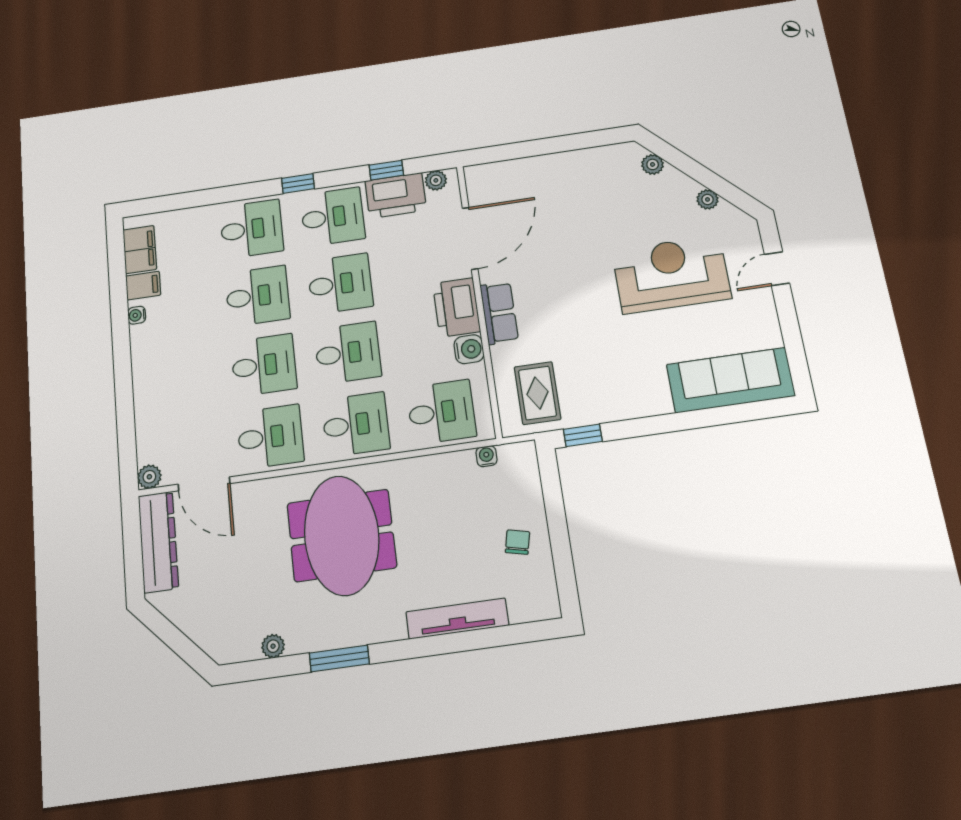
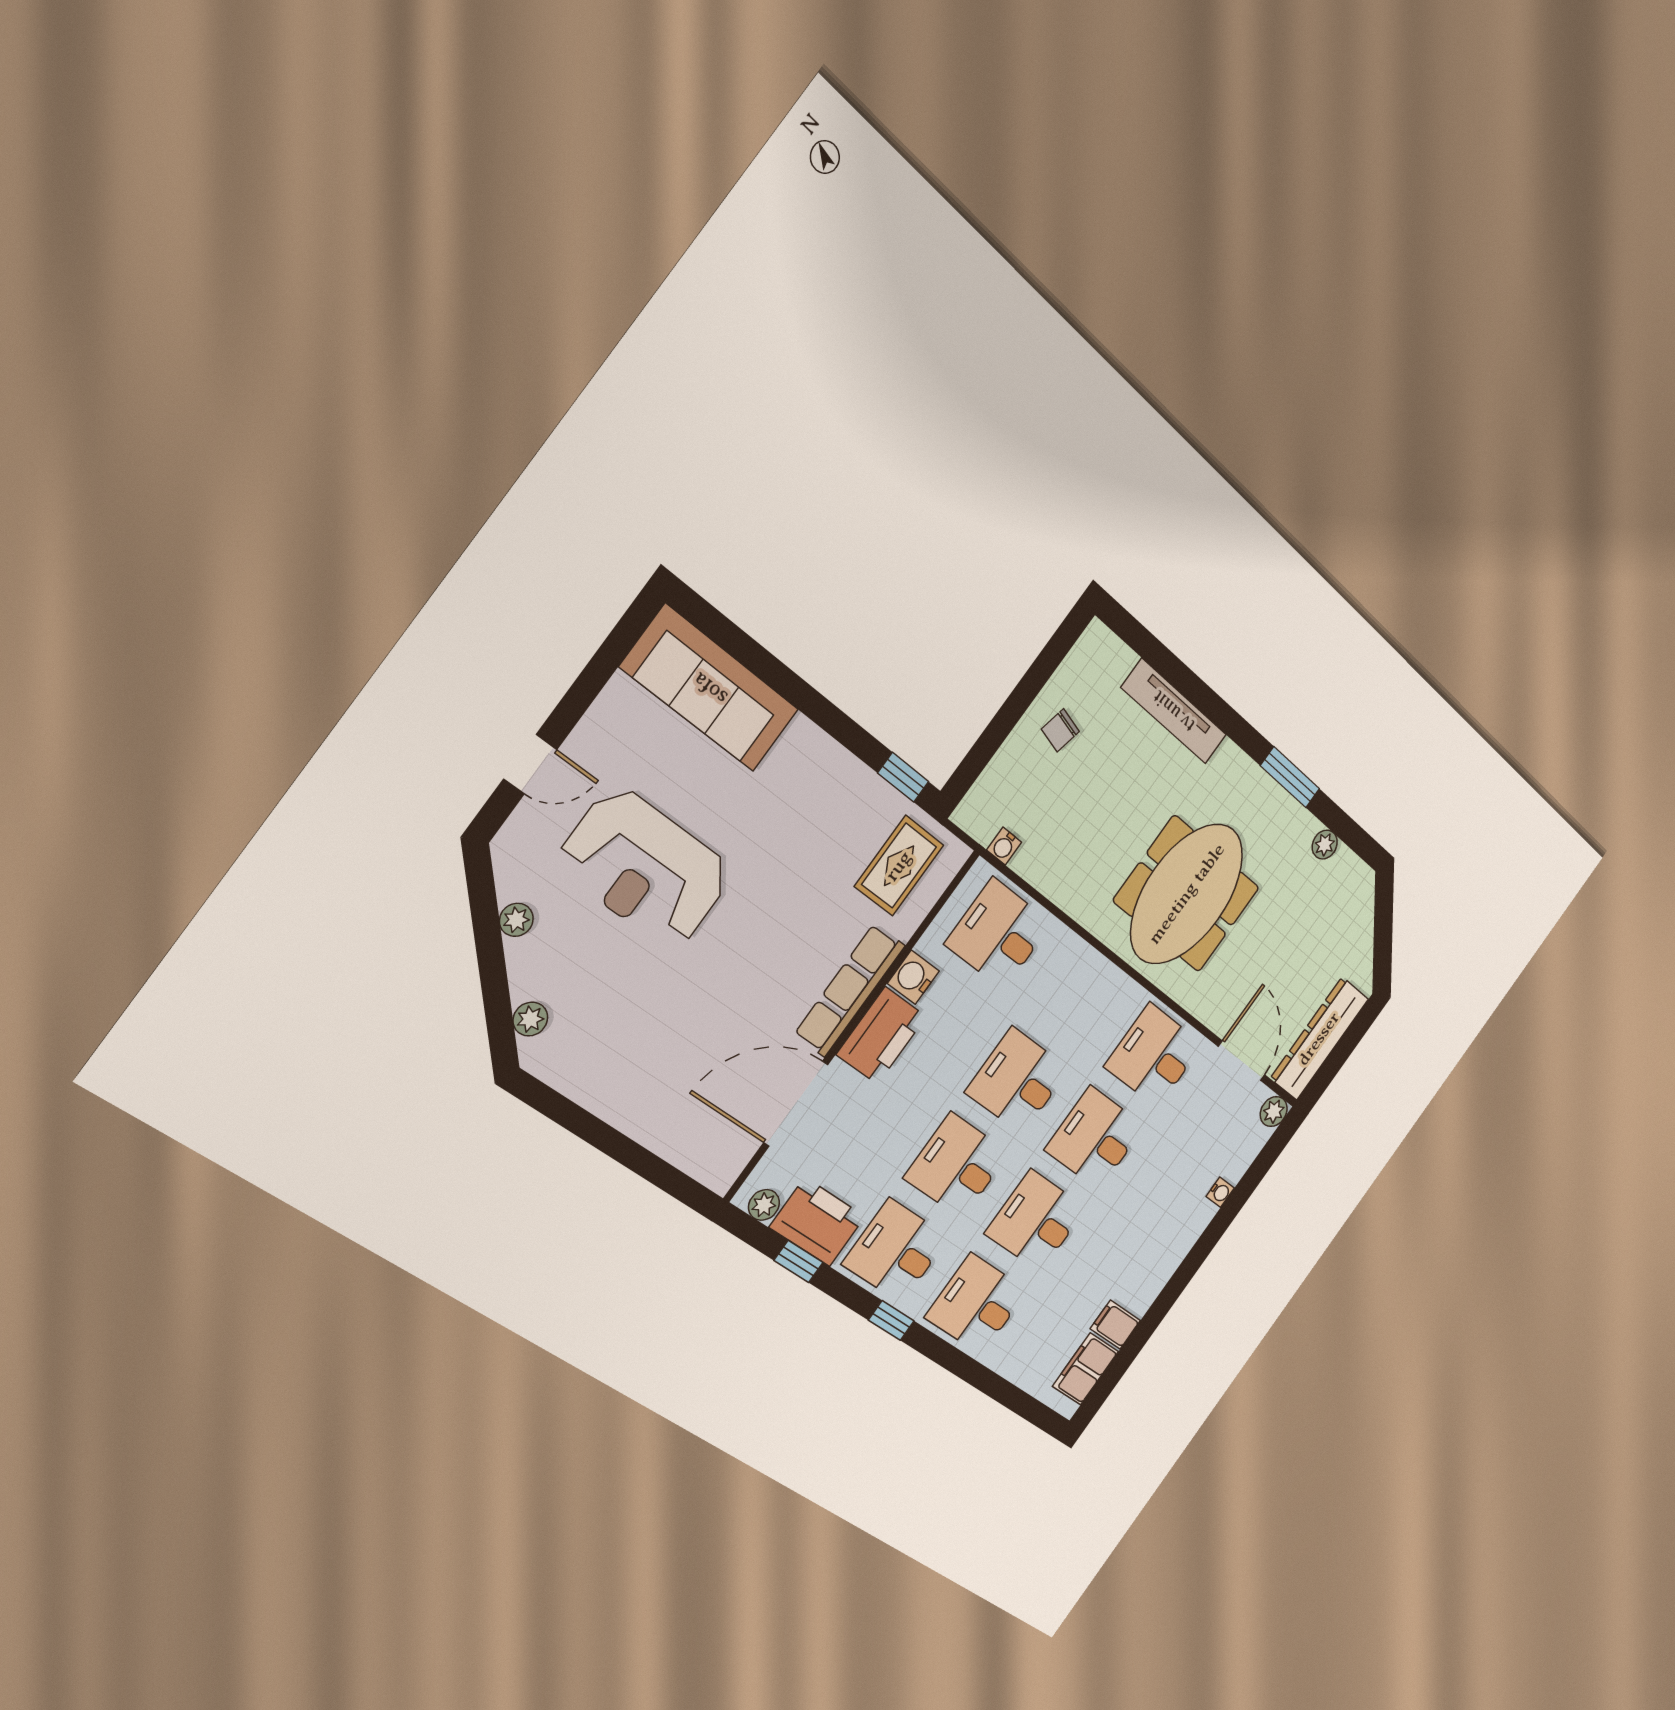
row of seats: (499, 313) -> (849, 990), width x1.48
water cooler: (137, 315) -> (1220, 1192), moved
desk: (356, 424) -> (1078, 996), removed

